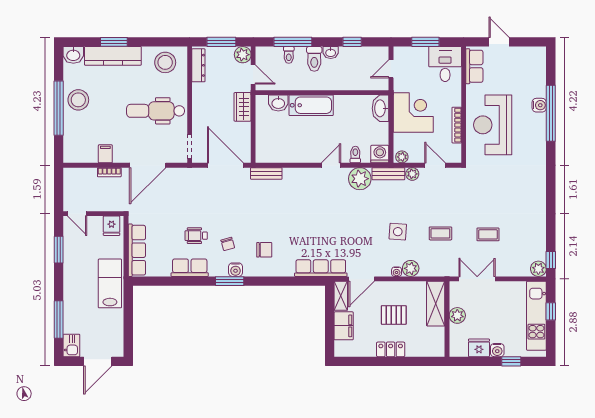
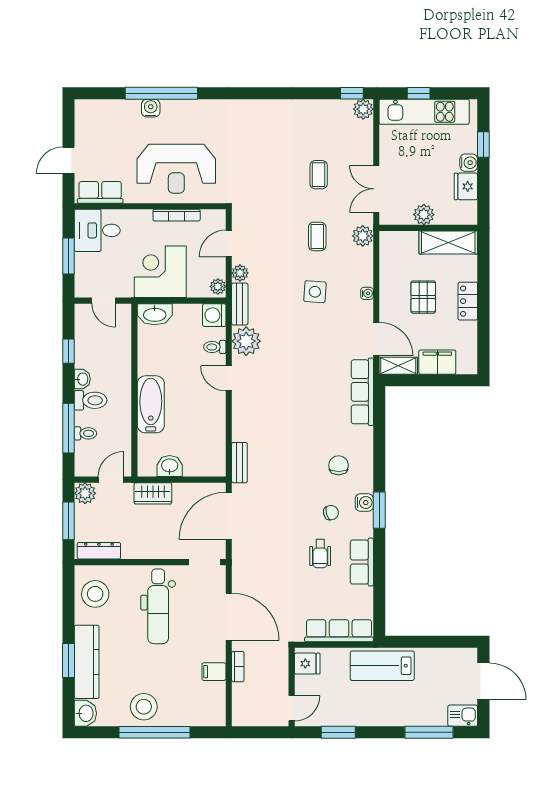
washbasin: (278, 103) -> (170, 466), moved, turned -90
plant: (411, 268) -> (363, 236), moved
shelving: (436, 304) -> (448, 243), moved

